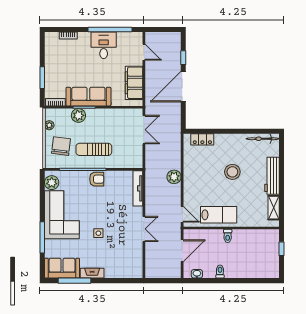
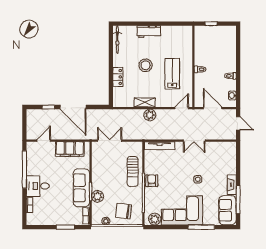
desk: (104, 45) -> (38, 186), moved
locker: (202, 139) -> (118, 77), moved
sun lounger: (94, 149) -> (133, 171), moved
workbench: (272, 176) -> (149, 32), width x0.73
shelving: (274, 208) -> (145, 102), moved
lab bench: (219, 215) -> (172, 74), moved
double door: (144, 229) -> (194, 141), swing flipped
door: (164, 281) -> (238, 123), added

